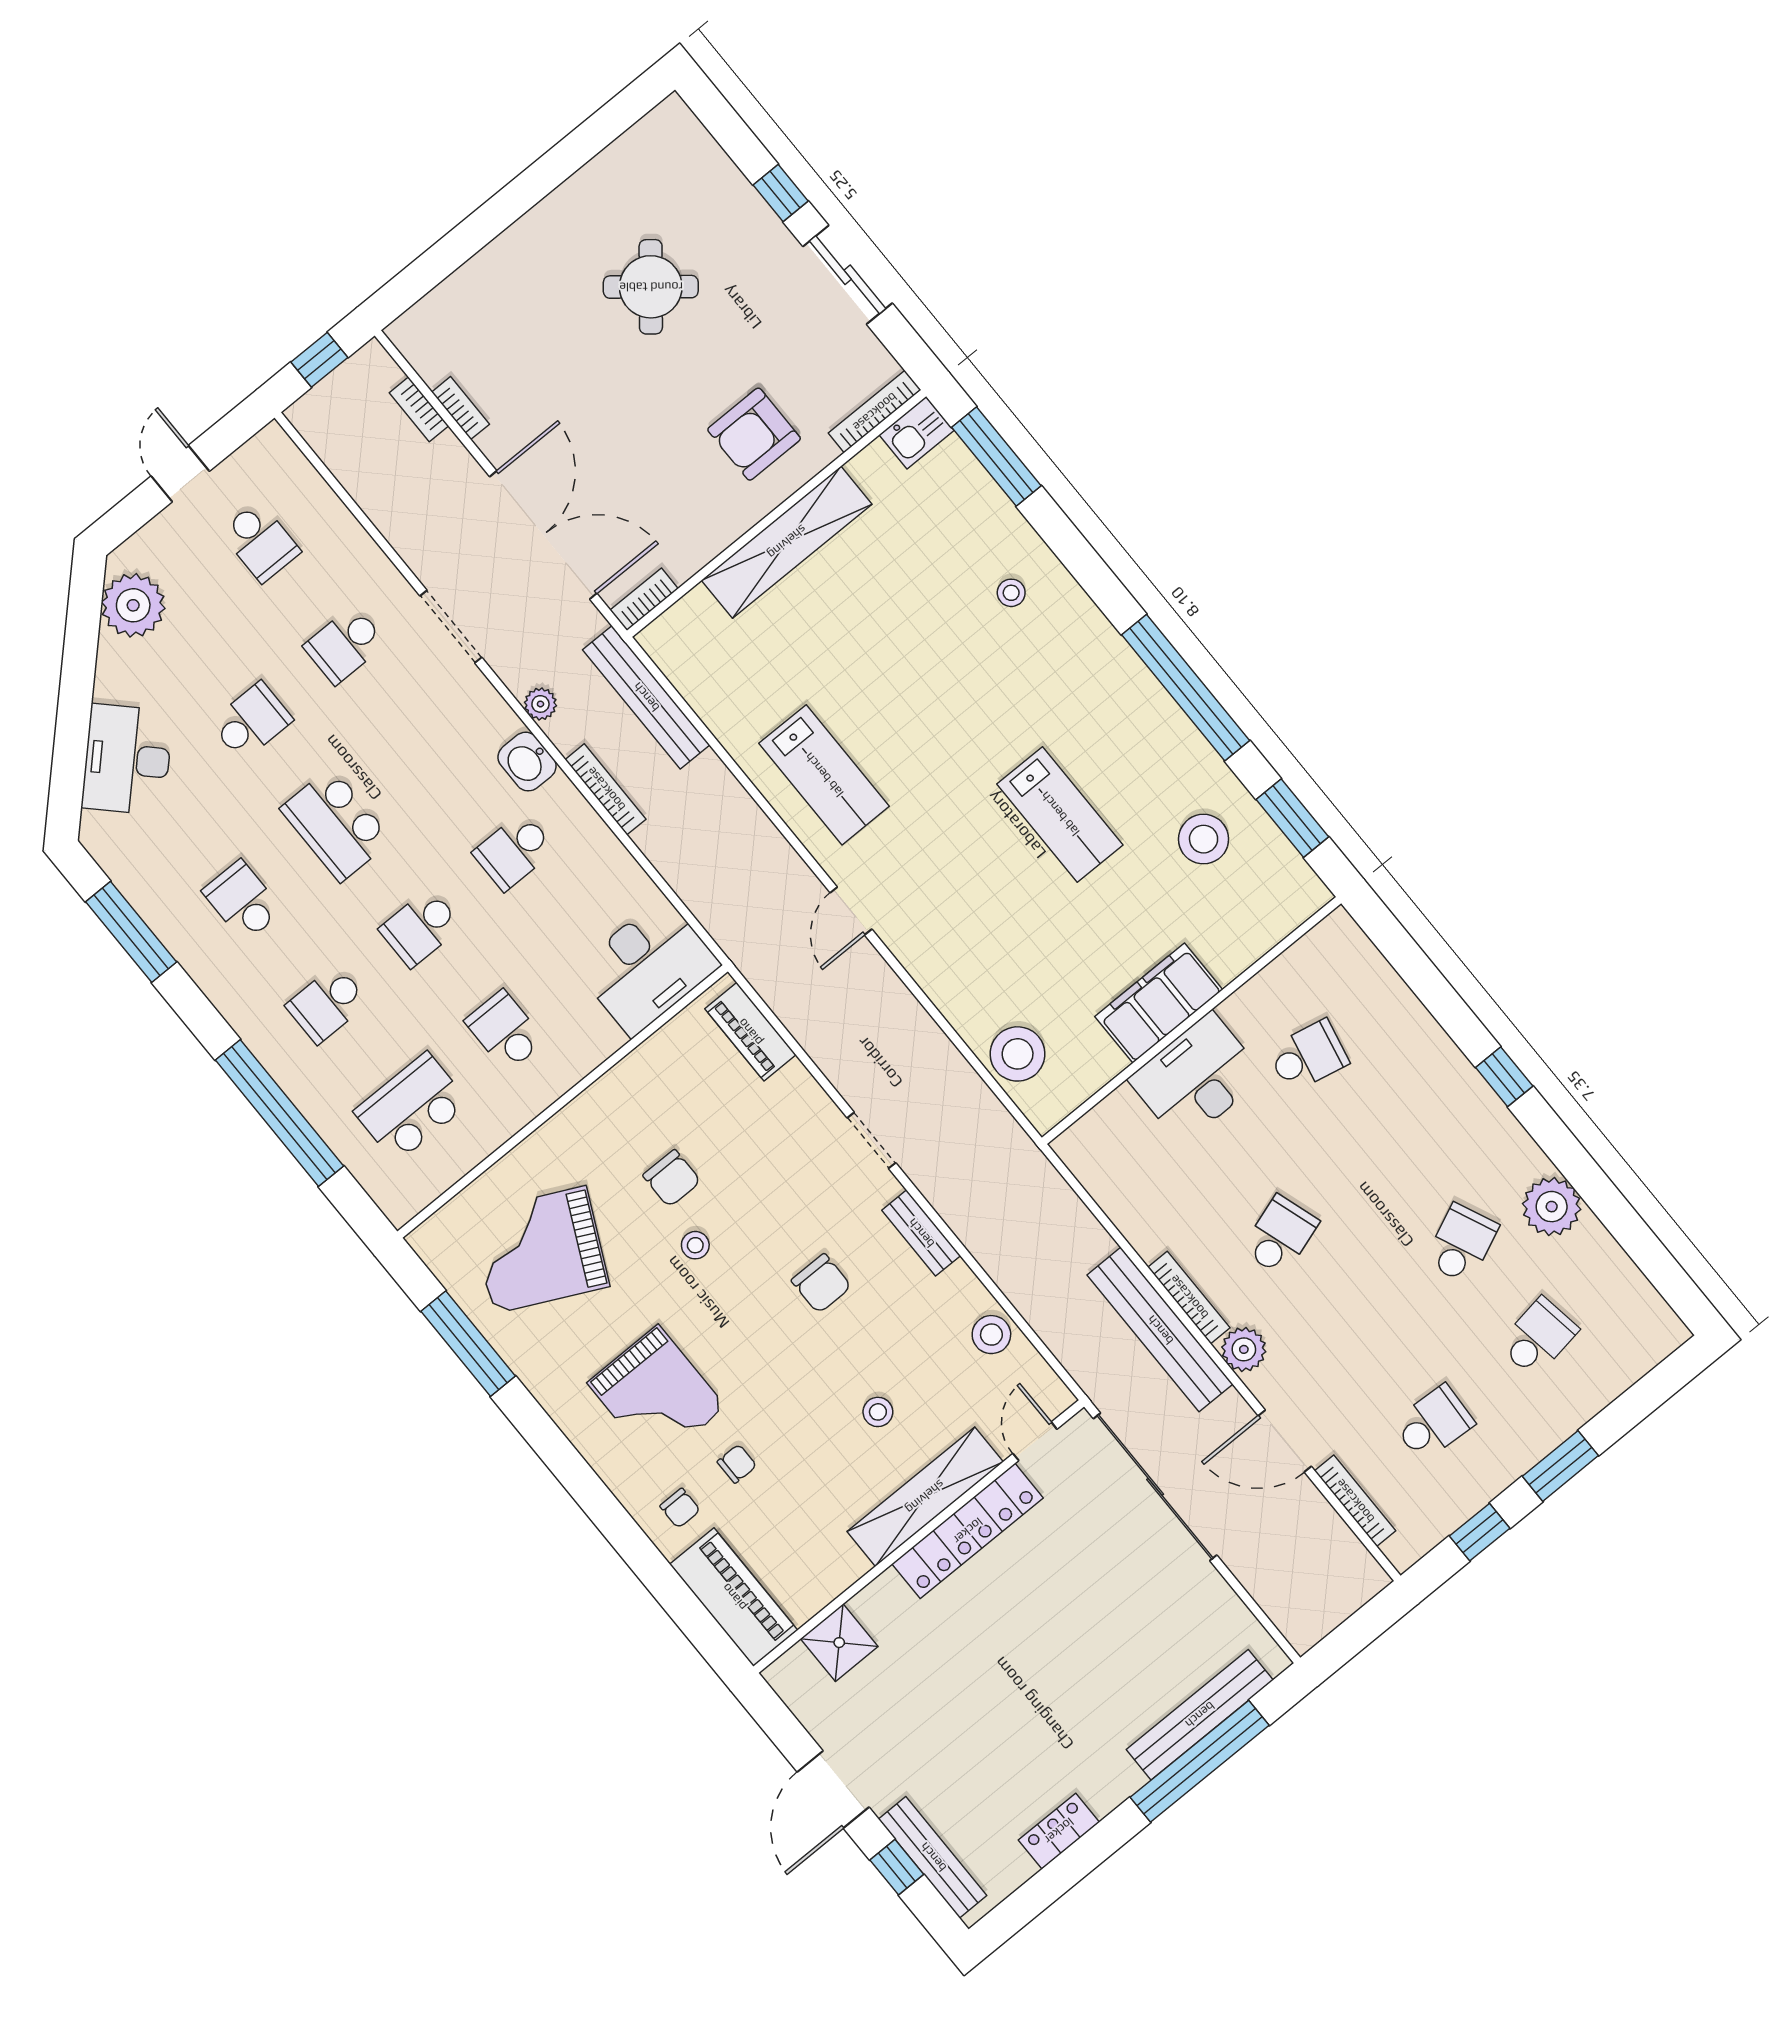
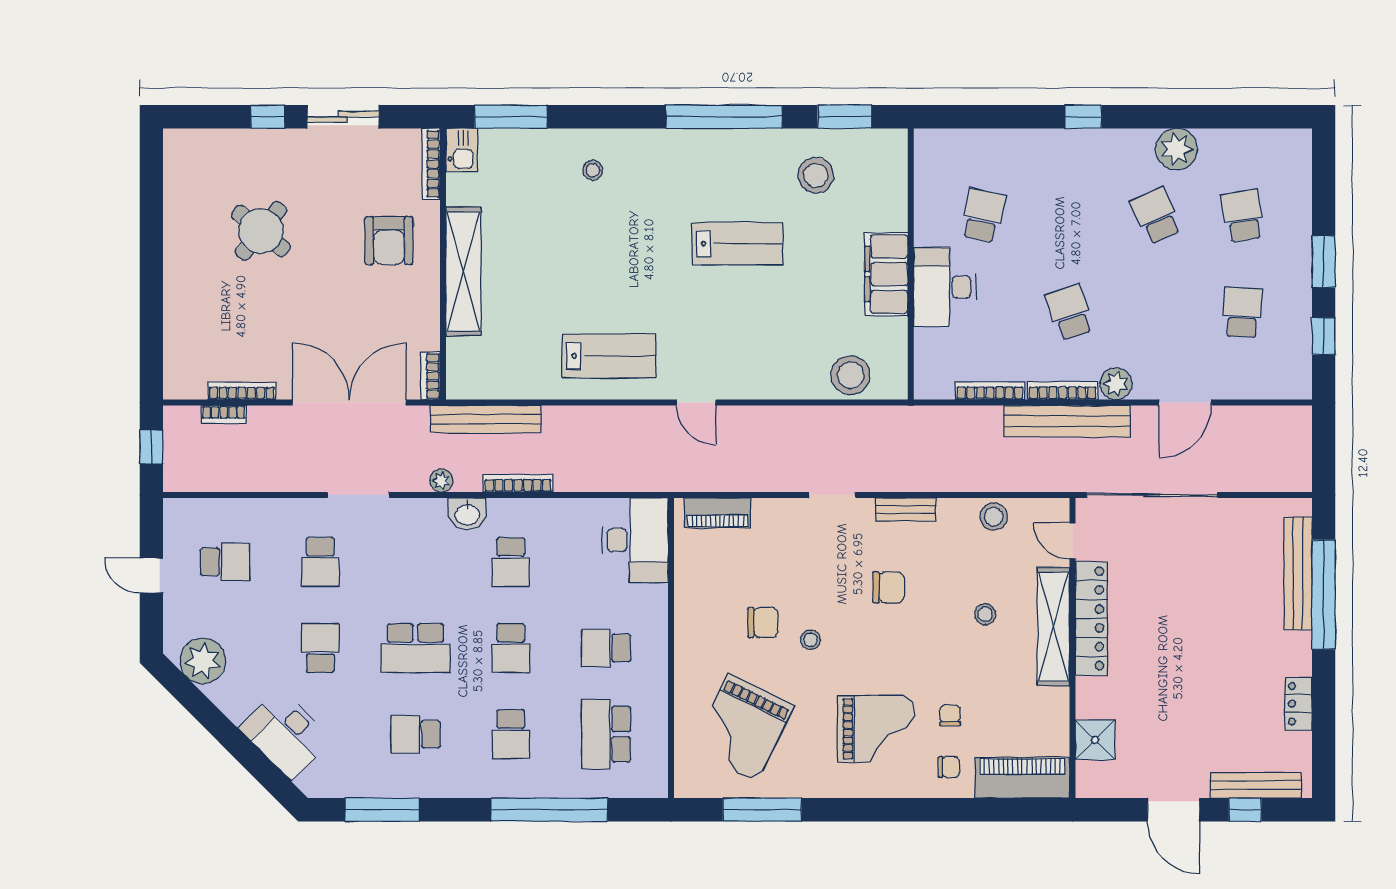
bookcase: (461, 408) -> (242, 391), width x1.56
bookcase: (1355, 1501) -> (990, 391), moved

